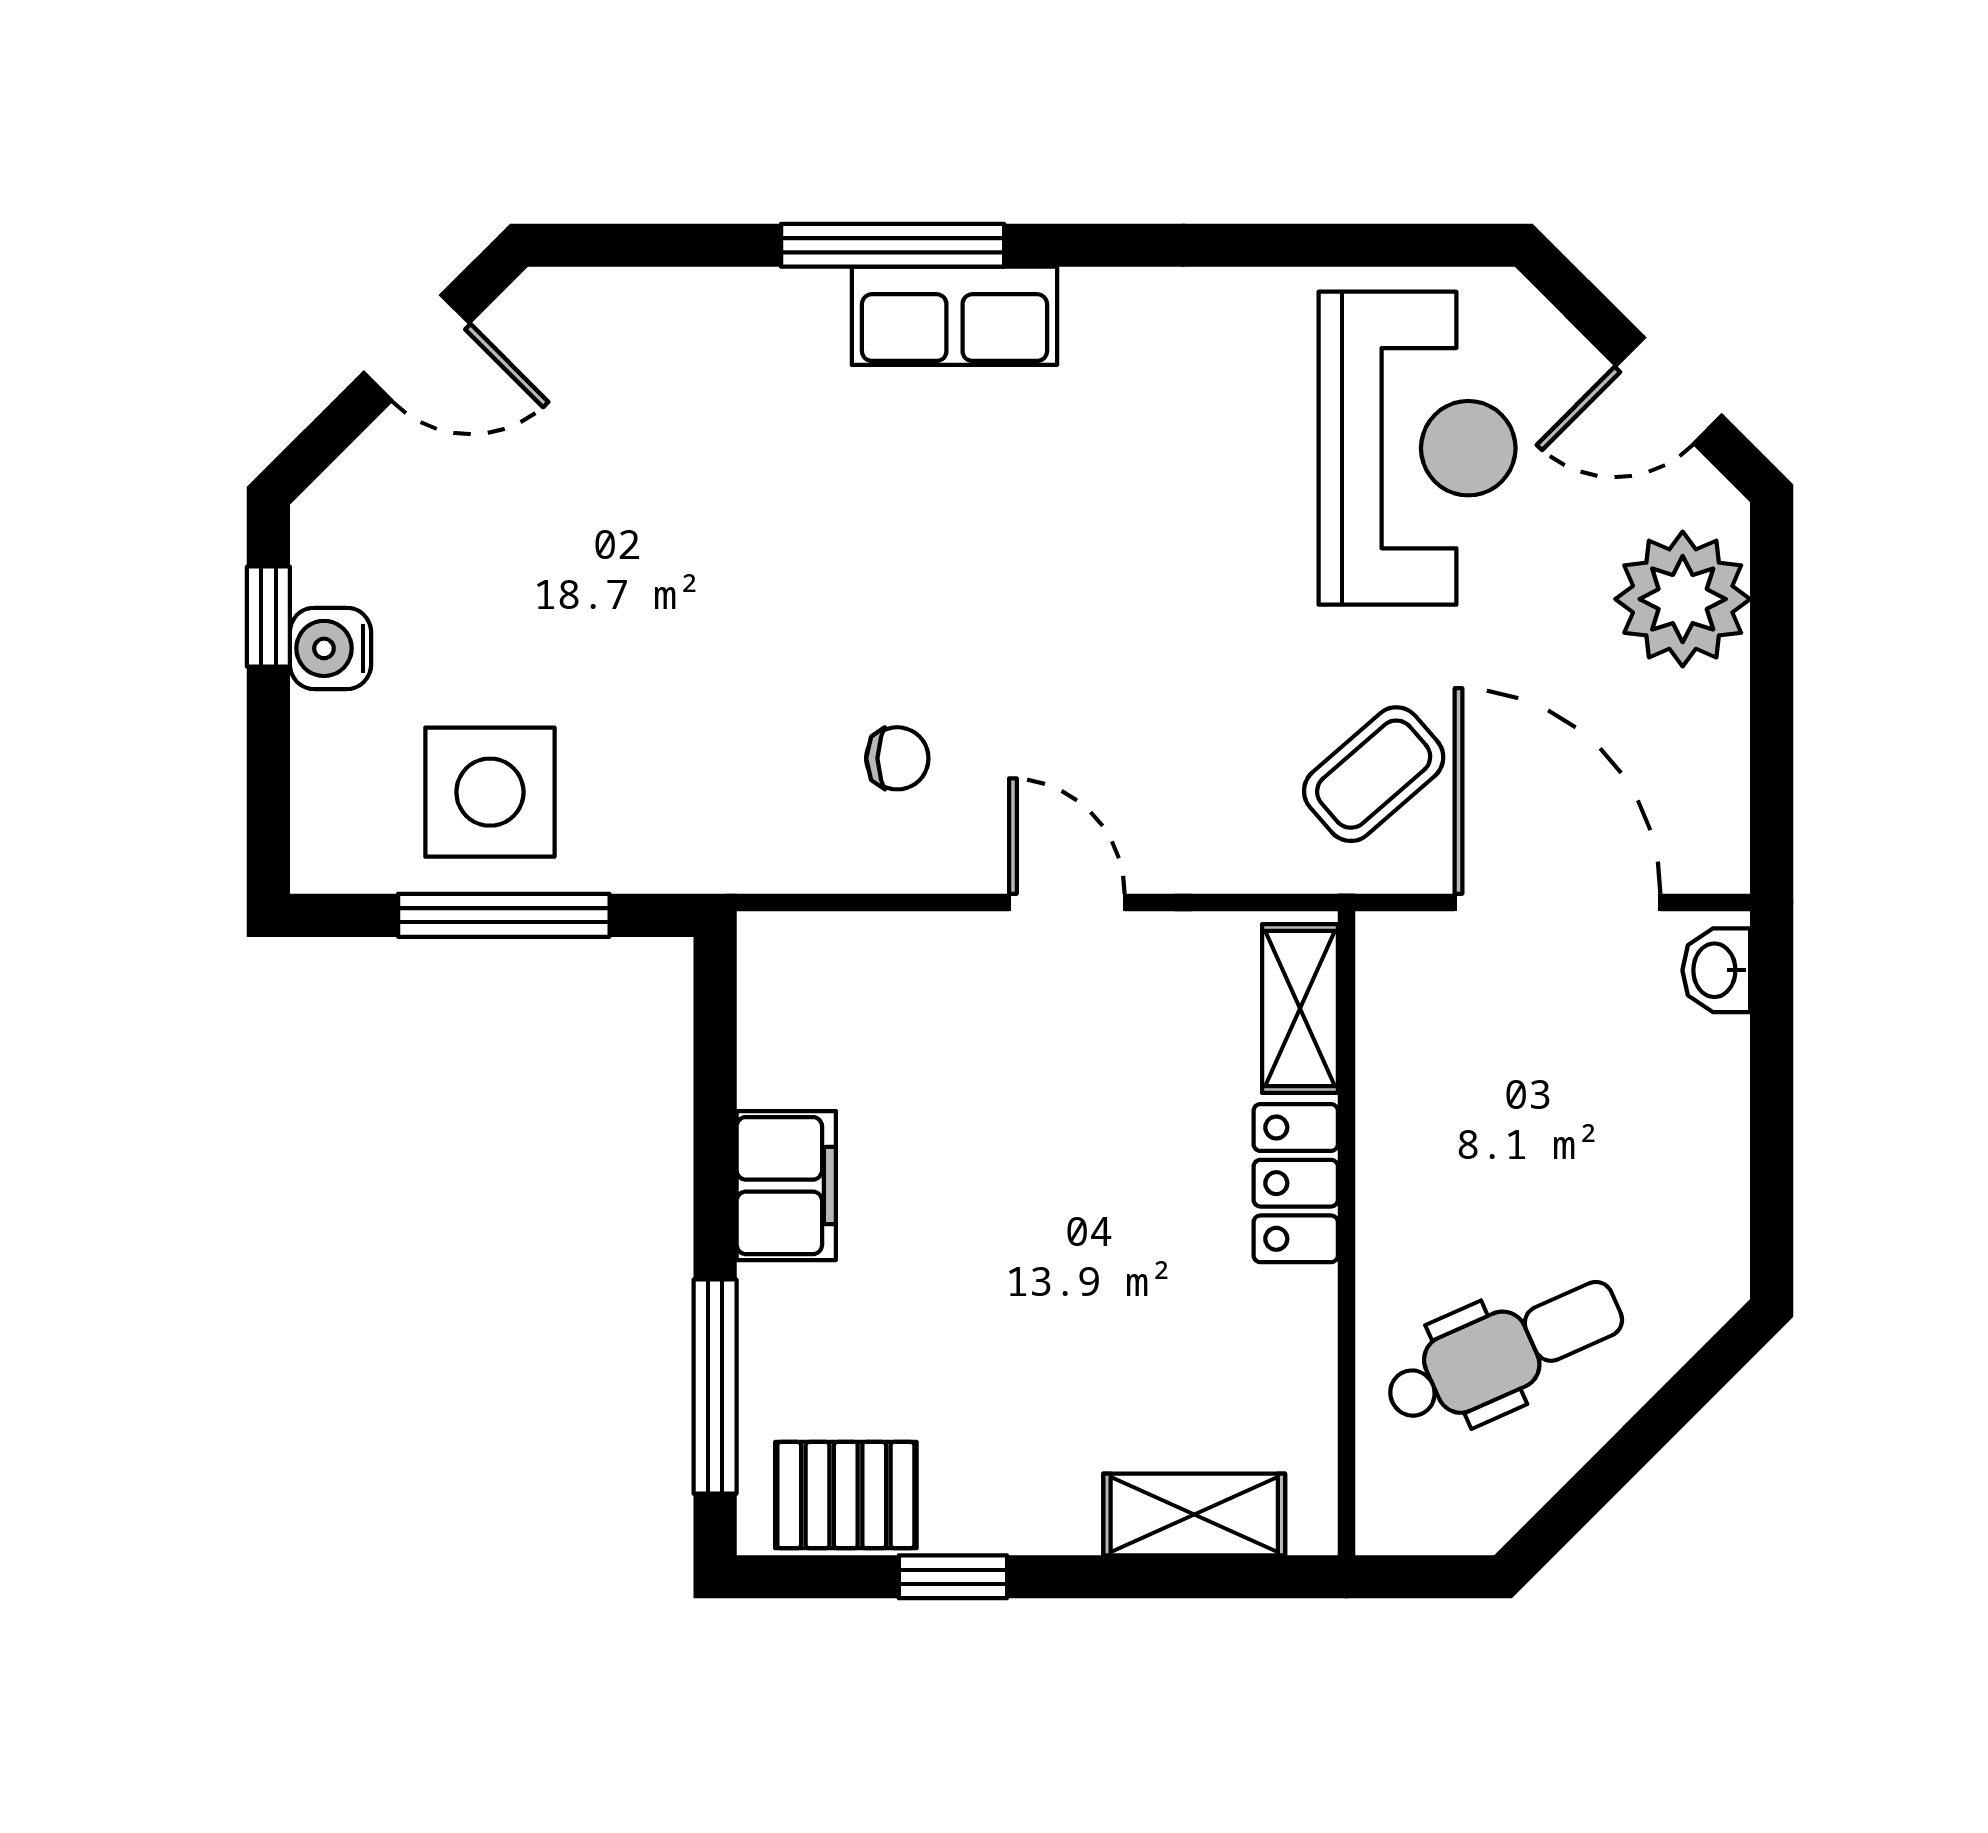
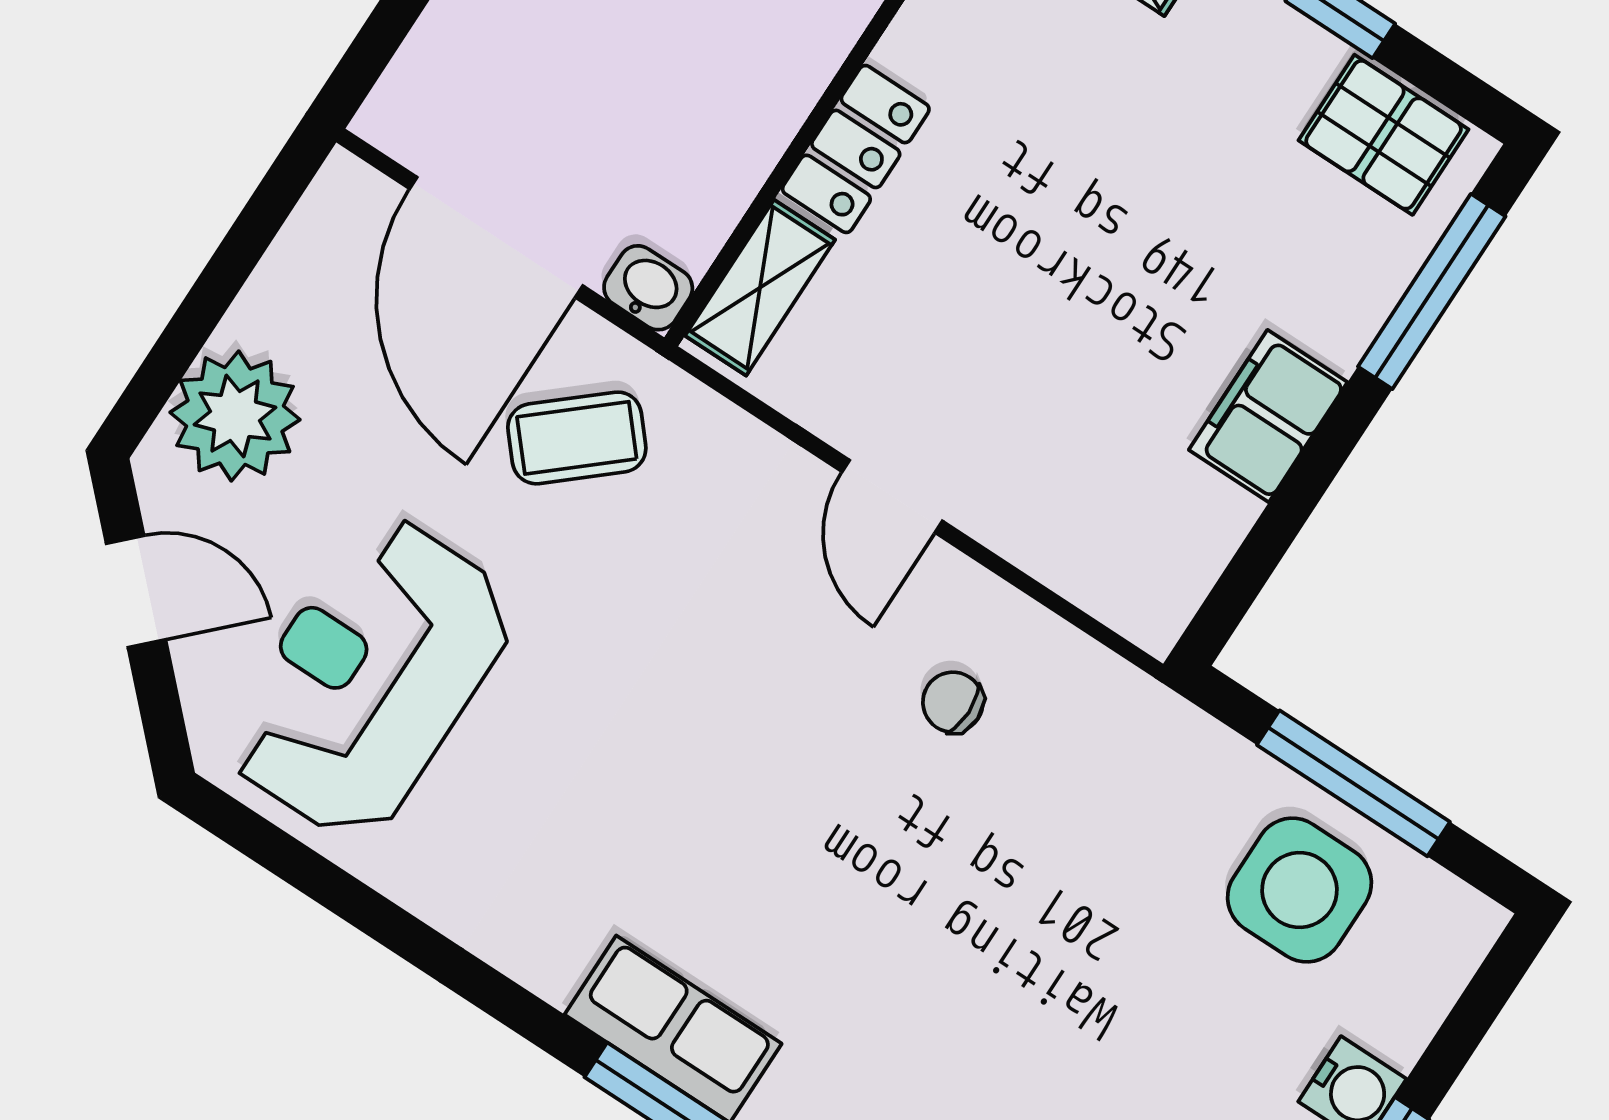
washbasin: (1716, 970) -> (648, 288), moved, turned -90

